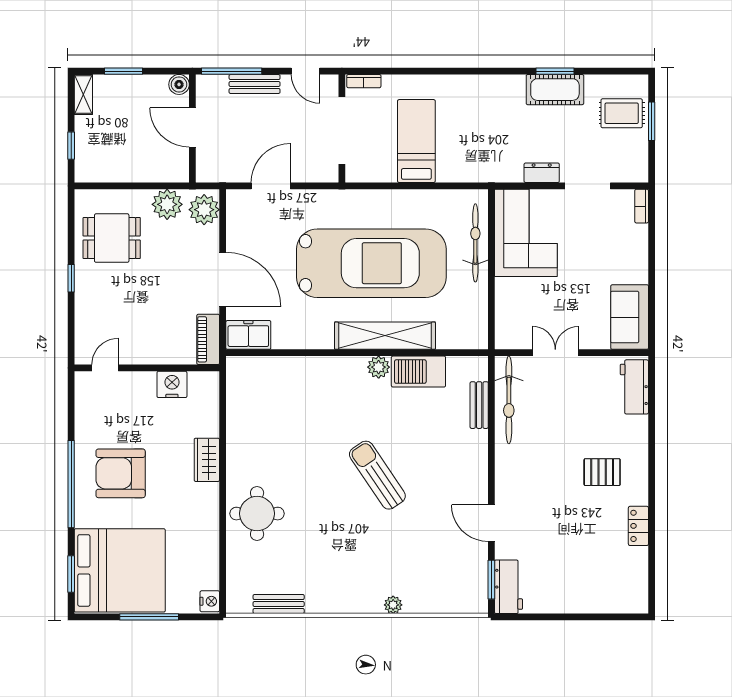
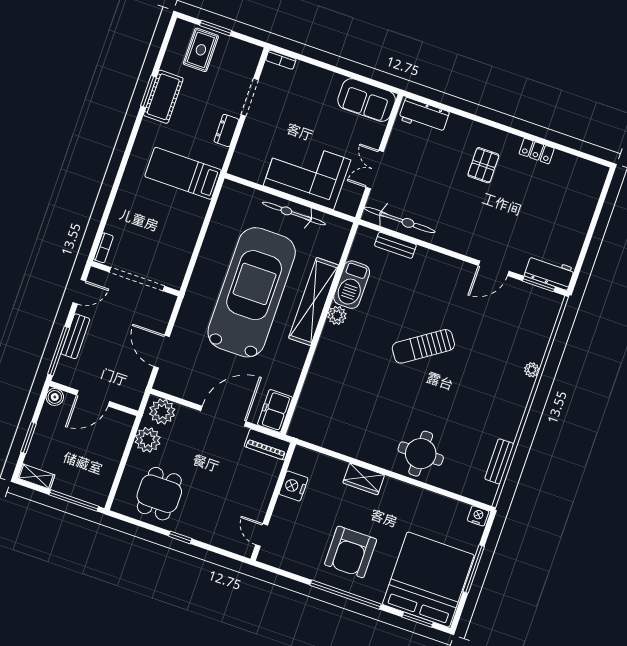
bed: (416, 141) -> (183, 173), moved
window: (71, 146) -> (74, 501), width x2.17
corner sofa: (526, 233) -> (307, 173), moved
bicycle: (475, 243) -> (294, 213), moved

